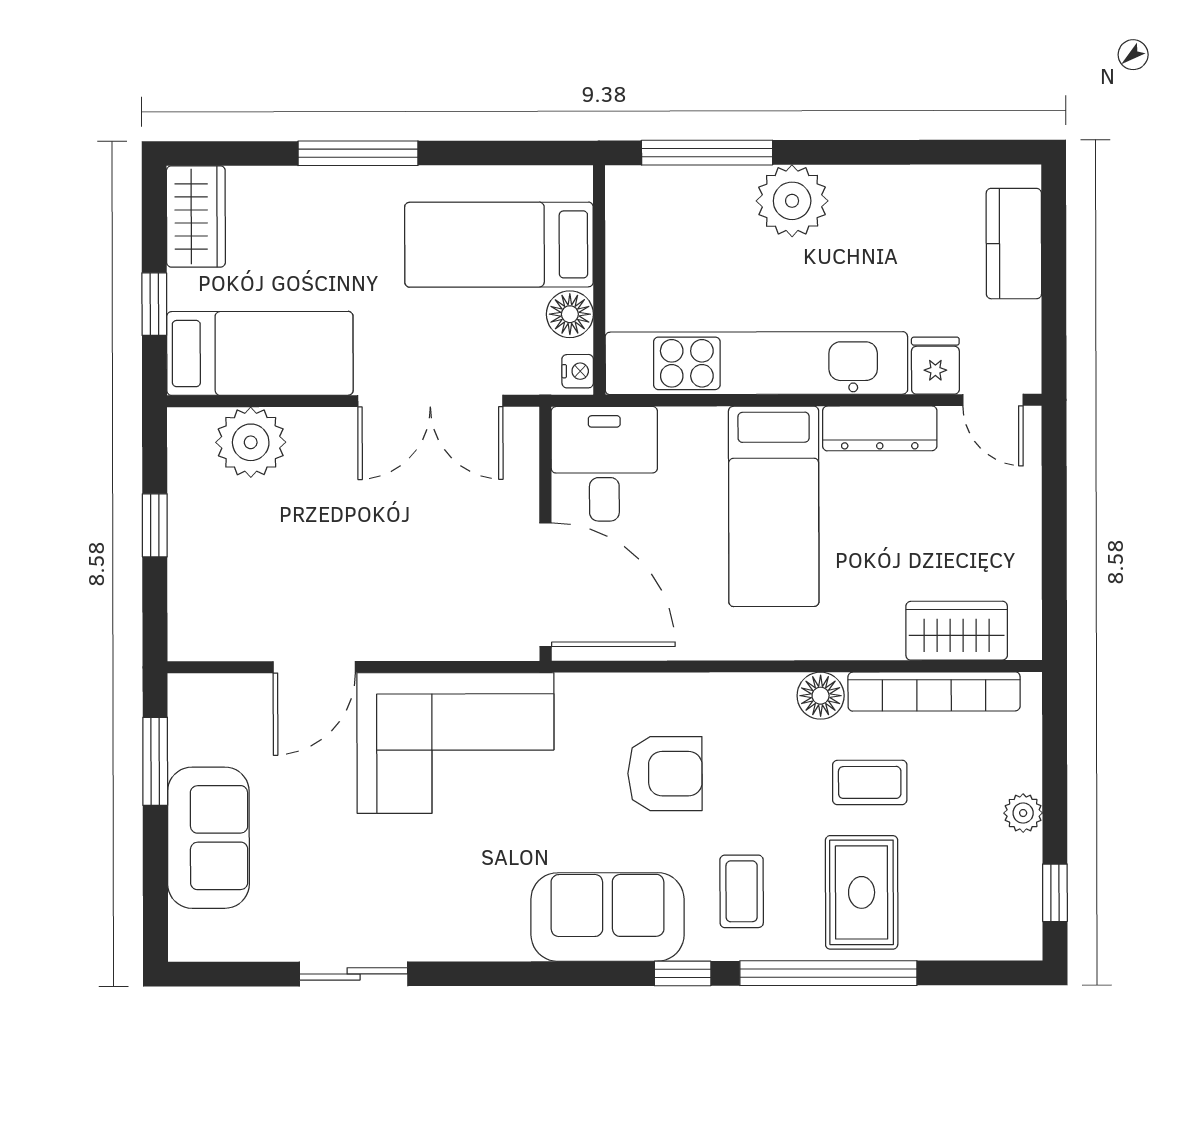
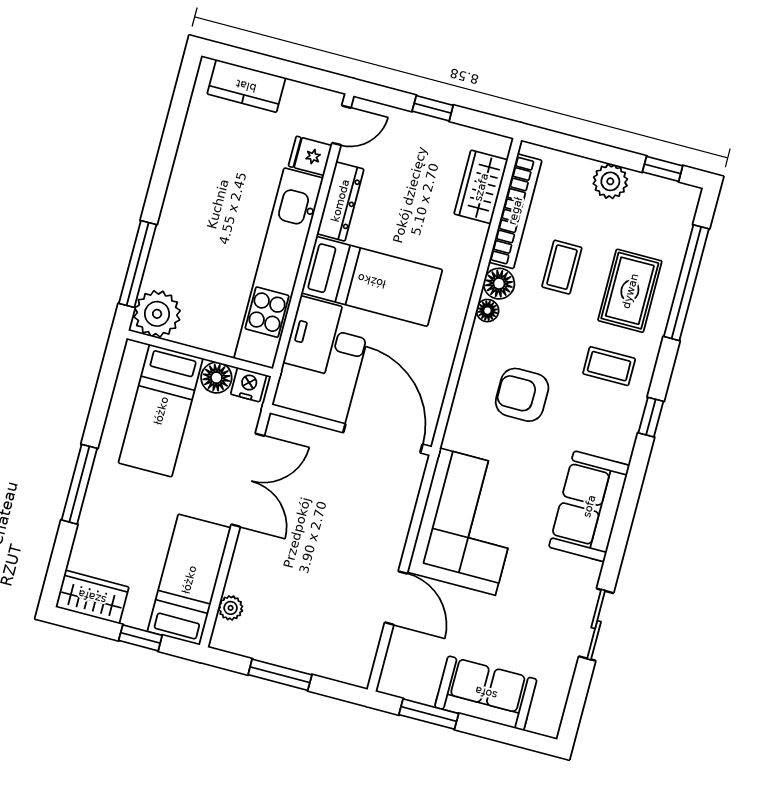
plant: (792, 201) -> (157, 314), moved
nightstand: (578, 371) -> (249, 385), width x1.39, depth x1.35
plant: (251, 442) -> (231, 608), width x0.53, depth x0.53
desk: (604, 464) -> (328, 339), moved
window: (155, 525) -> (280, 675), width x1.50
window: (1054, 528) -> (433, 108), added
door: (545, 585) -> (383, 438), hinge flipped
floor lamp: (776, 689) -> (487, 311), added
armchair: (665, 774) -> (522, 395), turned -90
plant: (1023, 813) -> (610, 181), width x1.38, depth x1.38
rug: (862, 892) -> (630, 291), turned 90
sofa: (608, 917) -> (589, 506), moved
window: (828, 973) -> (686, 283), moved

